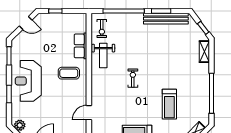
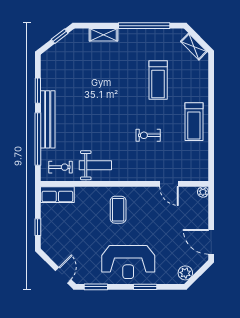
bench: (166, 19) -> (48, 119), moved
door: (26, 23) -> (63, 275), moved
row of seats: (81, 46) -> (57, 195), moved
shelving: (204, 52) -> (104, 35), moved
exercise bike: (133, 78) -> (148, 135), moved
treadmill: (169, 104) -> (158, 80), turned 90

